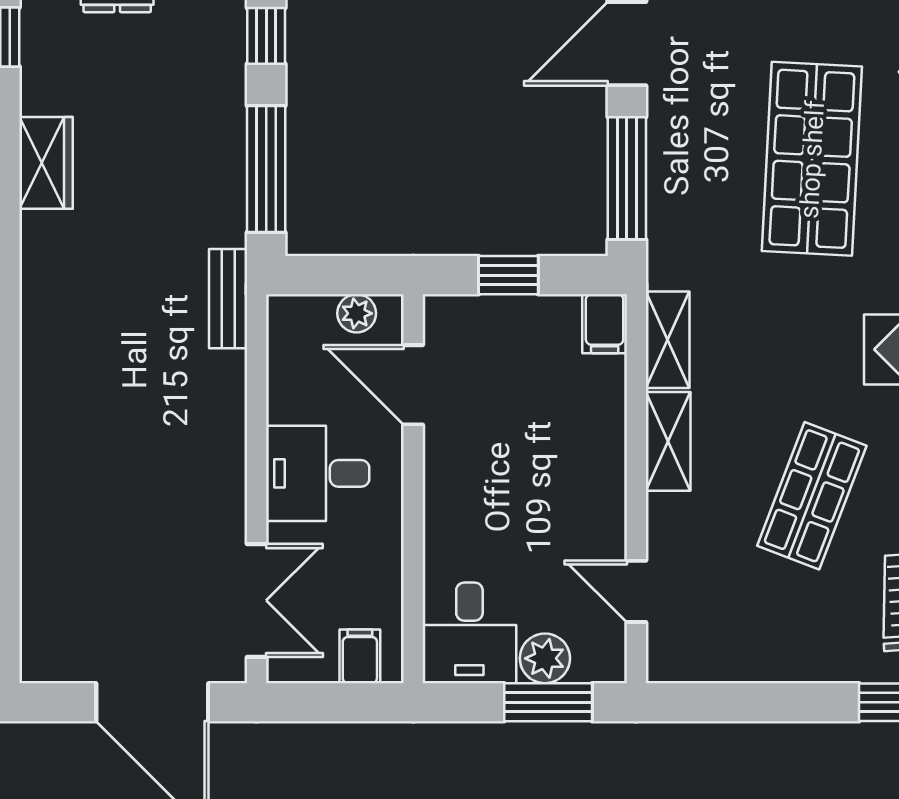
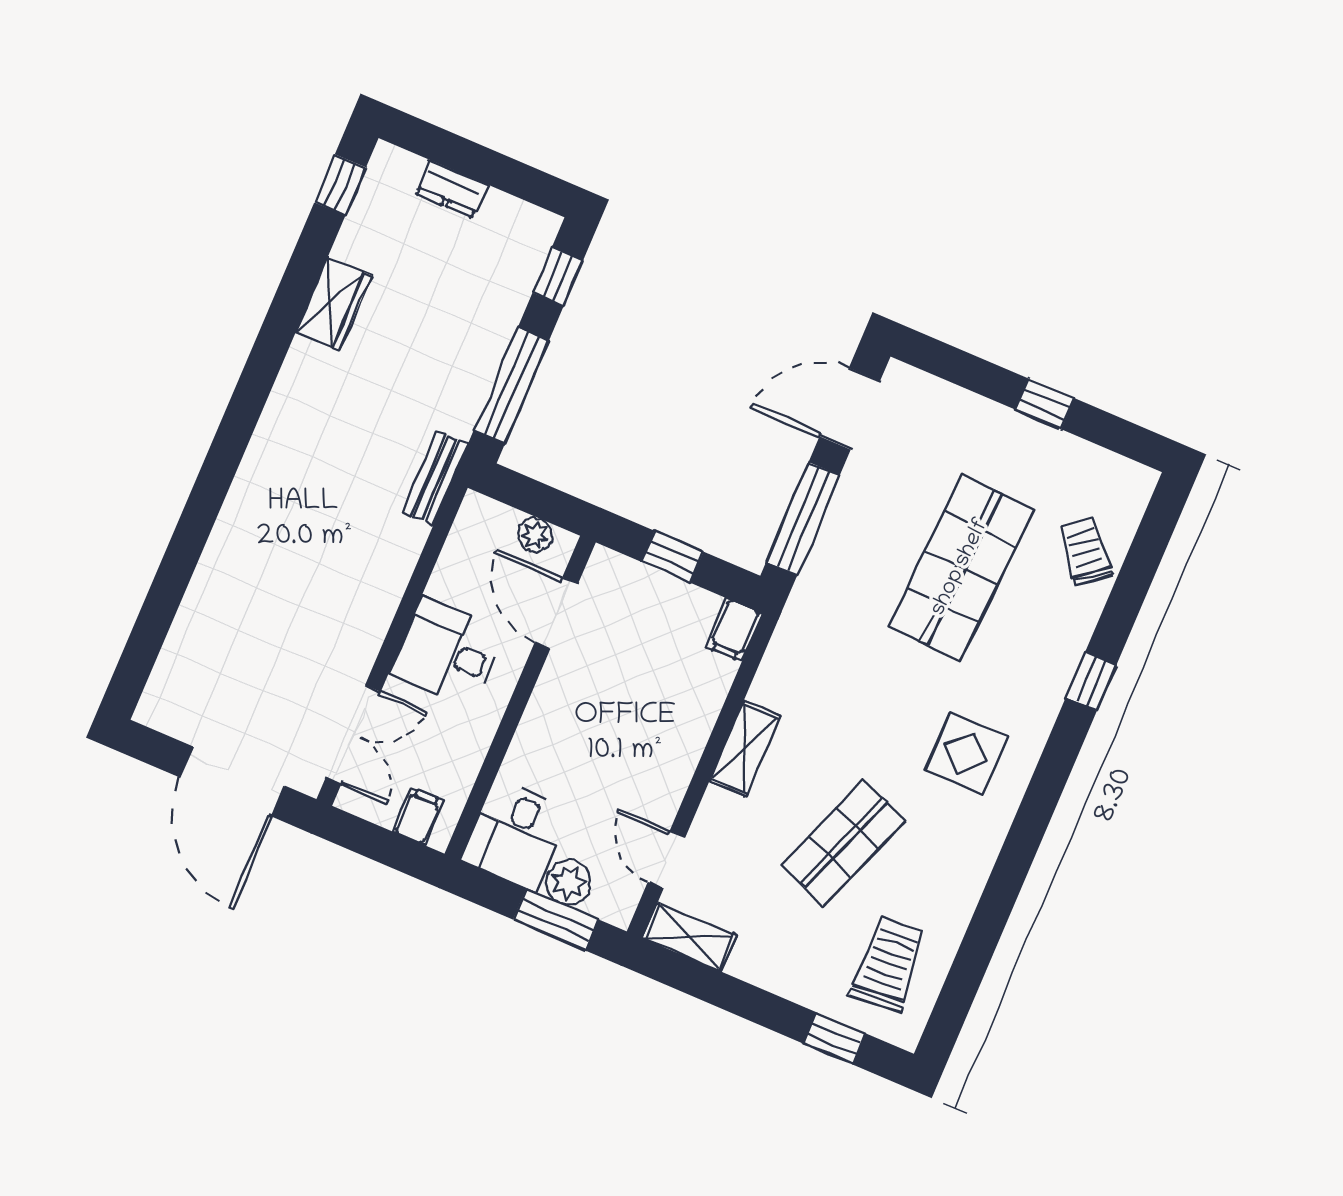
shelving: (668, 340) -> (689, 937), moved, turned 90

